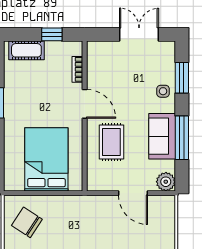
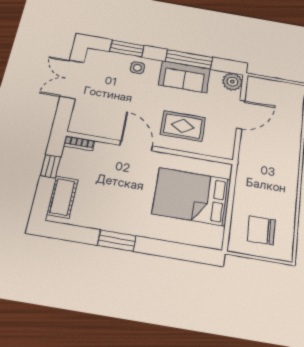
bookcase: (77, 69) -> (79, 143), moved
door: (85, 104) -> (136, 146), hinge flipped
chair: (27, 222) -> (261, 230), turned 57

